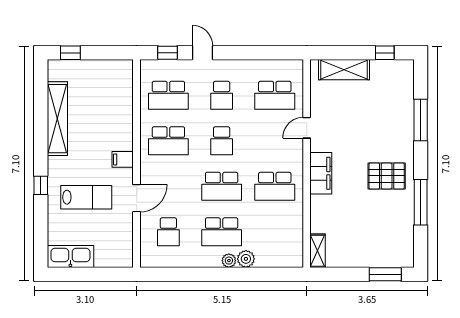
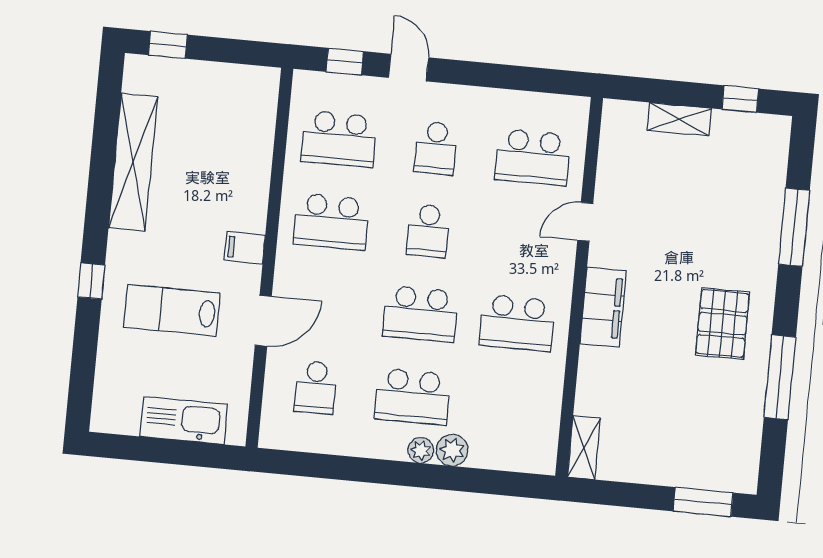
shelving: (344, 70) -> (679, 119), width x0.67, depth x0.75
pallet: (387, 176) -> (722, 323), turned 90
lab bench: (86, 197) -> (172, 310), turned 180
kitchen sink: (70, 256) -> (184, 420), moved

